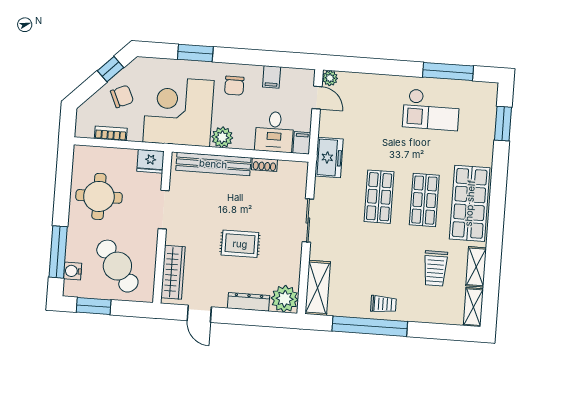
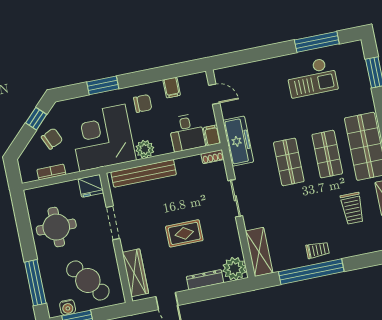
plant: (330, 78) -> (220, 75), removed
chair: (234, 86) -> (143, 103), turned -90
freezer: (329, 158) -> (238, 141), width x1.40
shoe rack: (264, 165) -> (213, 157), moved
water cooler: (73, 271) -> (68, 307), moved, turned -90

